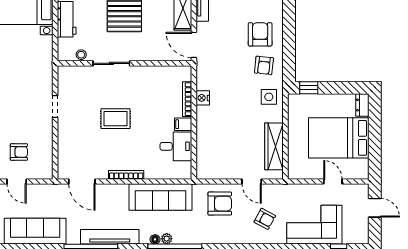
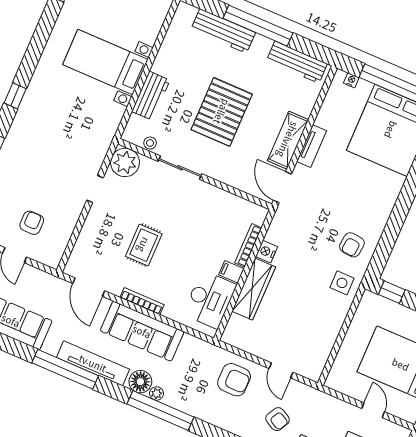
armchair: (260, 34) -> (363, 208), removed
plant: (69, 77) -> (125, 162), added
rug: (116, 119) -> (144, 245), moved, turned 90
desk: (176, 146) -> (210, 300), width x1.37
wardrobe: (274, 146) -> (254, 289), moved, turned 180
armchair: (19, 152) -> (32, 223), turned -90
sofa: (160, 197) -> (142, 331), moved
floor lamp: (155, 239) -> (140, 382), width x1.89, depth x1.89

